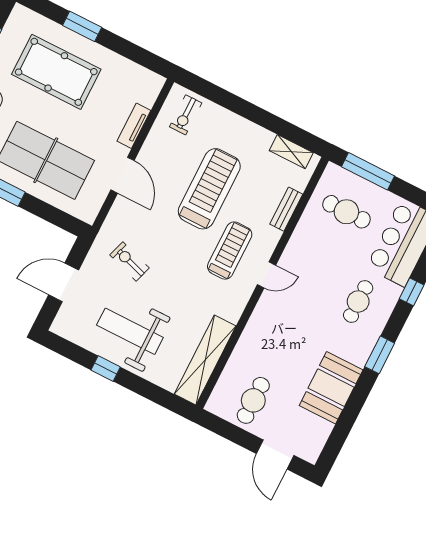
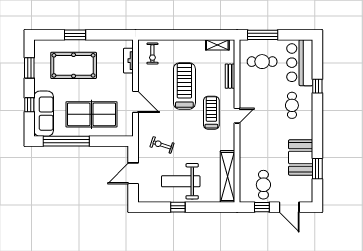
tv unit: (134, 126) -> (128, 61), moved
window: (380, 355) -> (317, 169), moved
window: (234, 433) -> (262, 207), added

